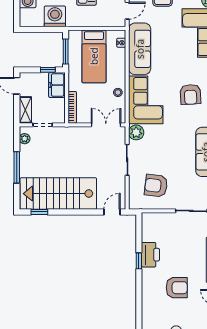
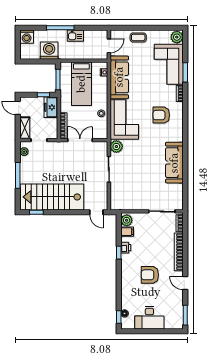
armchair: (190, 94) -> (161, 115), turned 93
double door: (106, 125) -> (80, 140), moved
armchair: (156, 186) -> (133, 190), removed
door: (112, 212) -> (96, 212), swing flipped
plant: (148, 222) -> (127, 220), added
filing cabinet: (149, 235) -> (127, 232), added
printer: (150, 255) -> (126, 248), width x0.53, depth x0.68
armchair: (177, 288) -> (150, 275), turned 180

